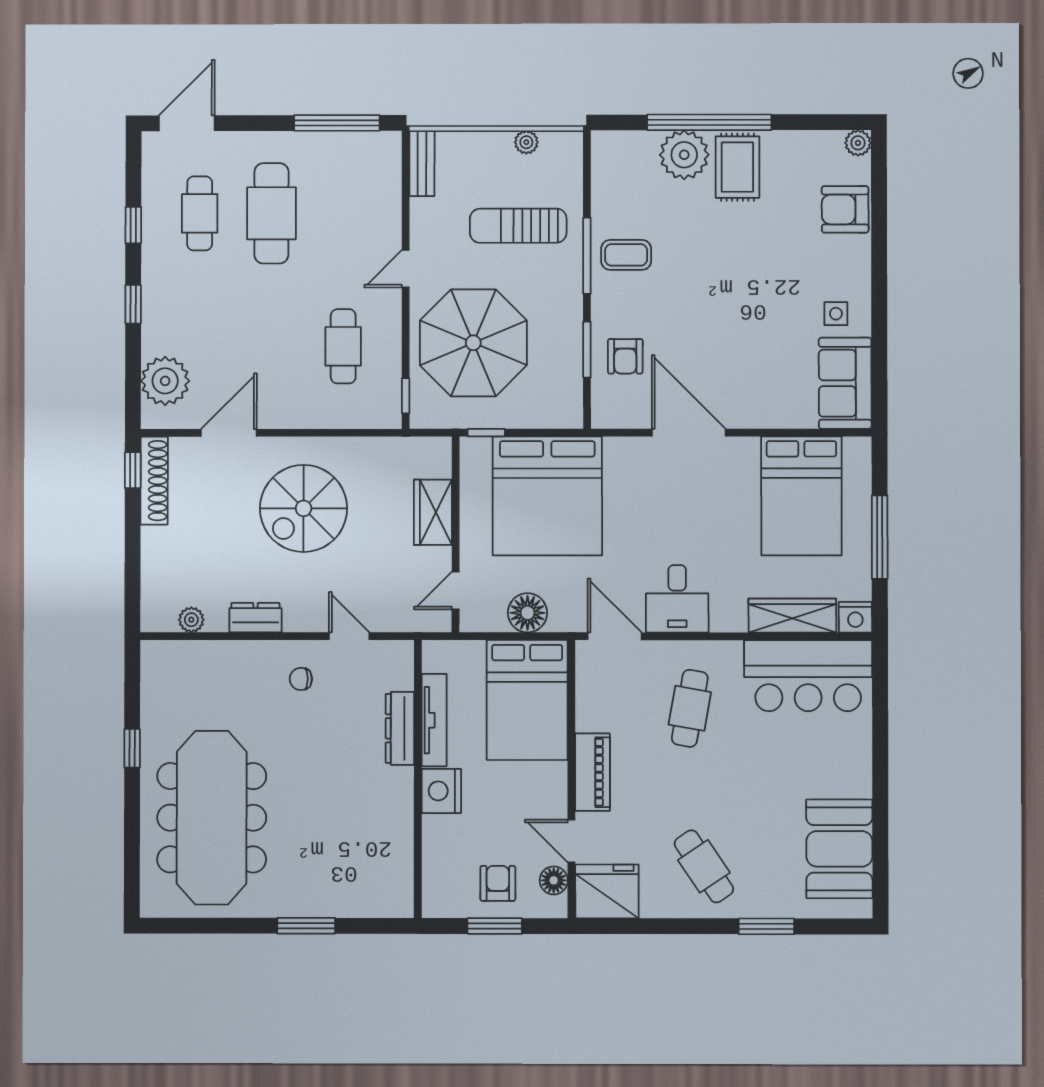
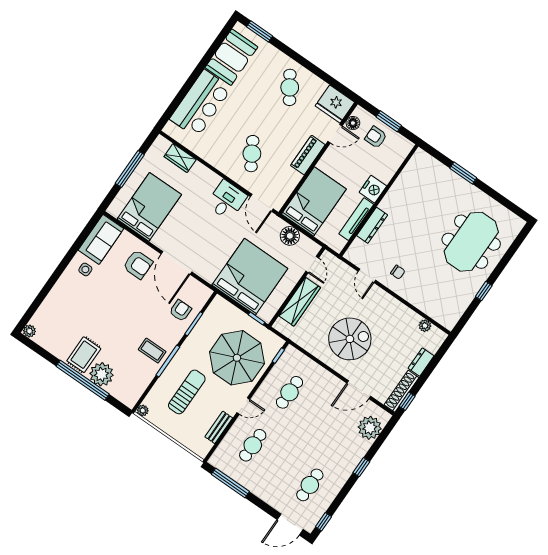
plant: (526, 142) -> (143, 410), moved
bench: (422, 163) -> (219, 427), moved
armchair: (845, 209) -> (138, 264), moved
cafe table: (271, 213) -> (253, 445), moved, width x0.73, depth x0.74
window: (133, 225) -> (323, 522), moved
sun lounger: (518, 226) -> (187, 392), turned -90
wardrobe: (433, 512) -> (300, 302), width x1.50
door: (456, 591) -> (312, 265), hinge flipped
wardrobe: (792, 616) -> (180, 158), width x0.67
nightstand: (855, 617) -> (161, 144), removed
dresser: (255, 618) -> (421, 362), moved, turned 90
bar counter: (808, 676) -> (201, 104), moved, turned 90
cafe table: (690, 708) -> (252, 154), turned -41
meeting table: (212, 818) -> (471, 242), width x0.73
door: (571, 841) -> (335, 134), hinge flipped
armchair: (498, 883) -> (376, 137), turned 90
window: (766, 926) -> (260, 31), moved

